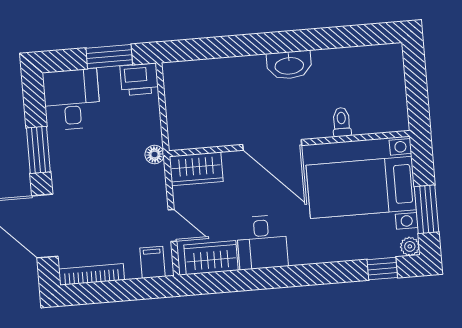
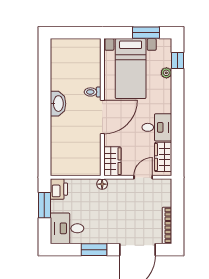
toilet: (342, 122) -> (93, 92), moved
plant: (410, 246) -> (166, 73), moved
filing cabinet: (153, 262) -> (163, 190), removed

